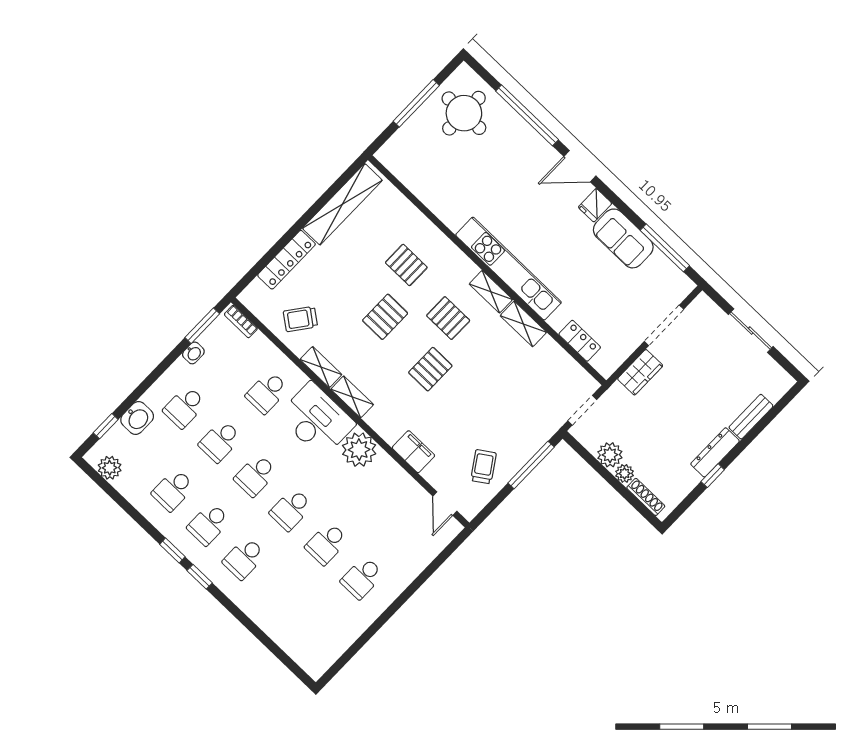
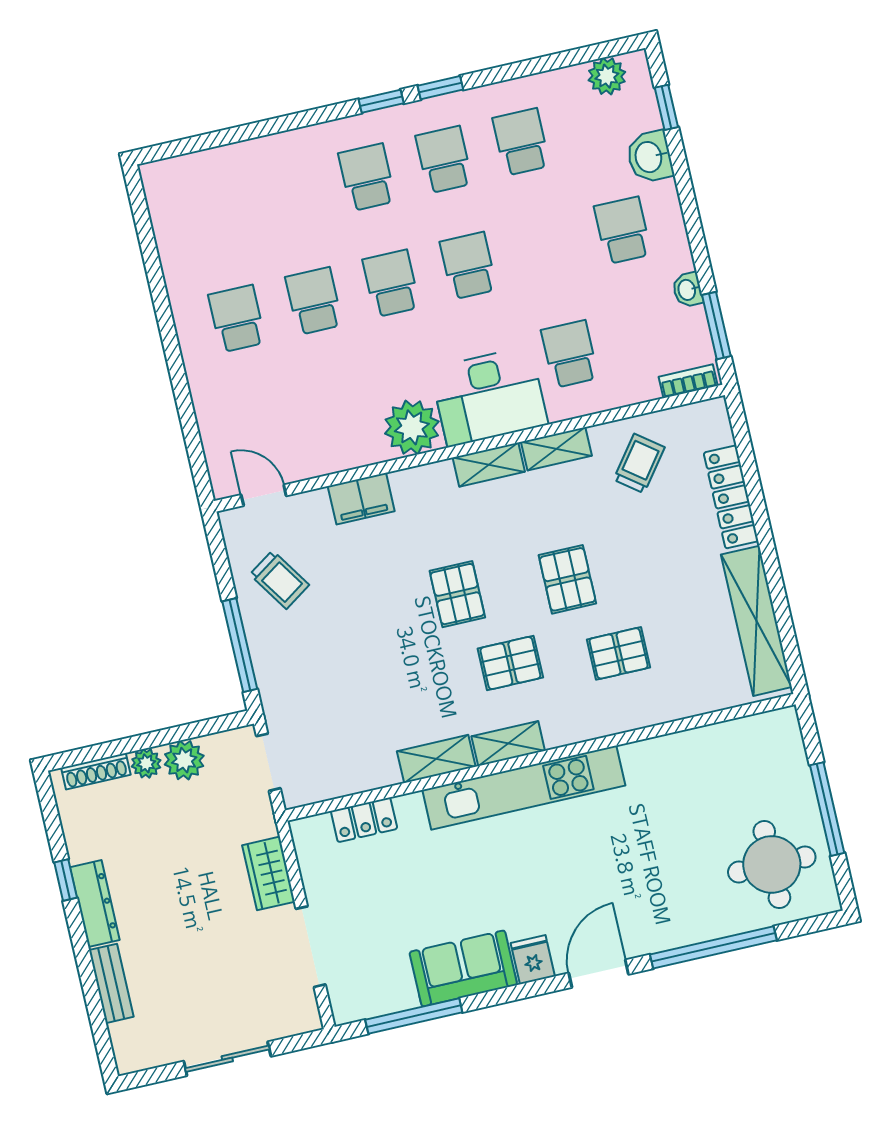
school desk: (220, 441) -> (545, 248), removed

